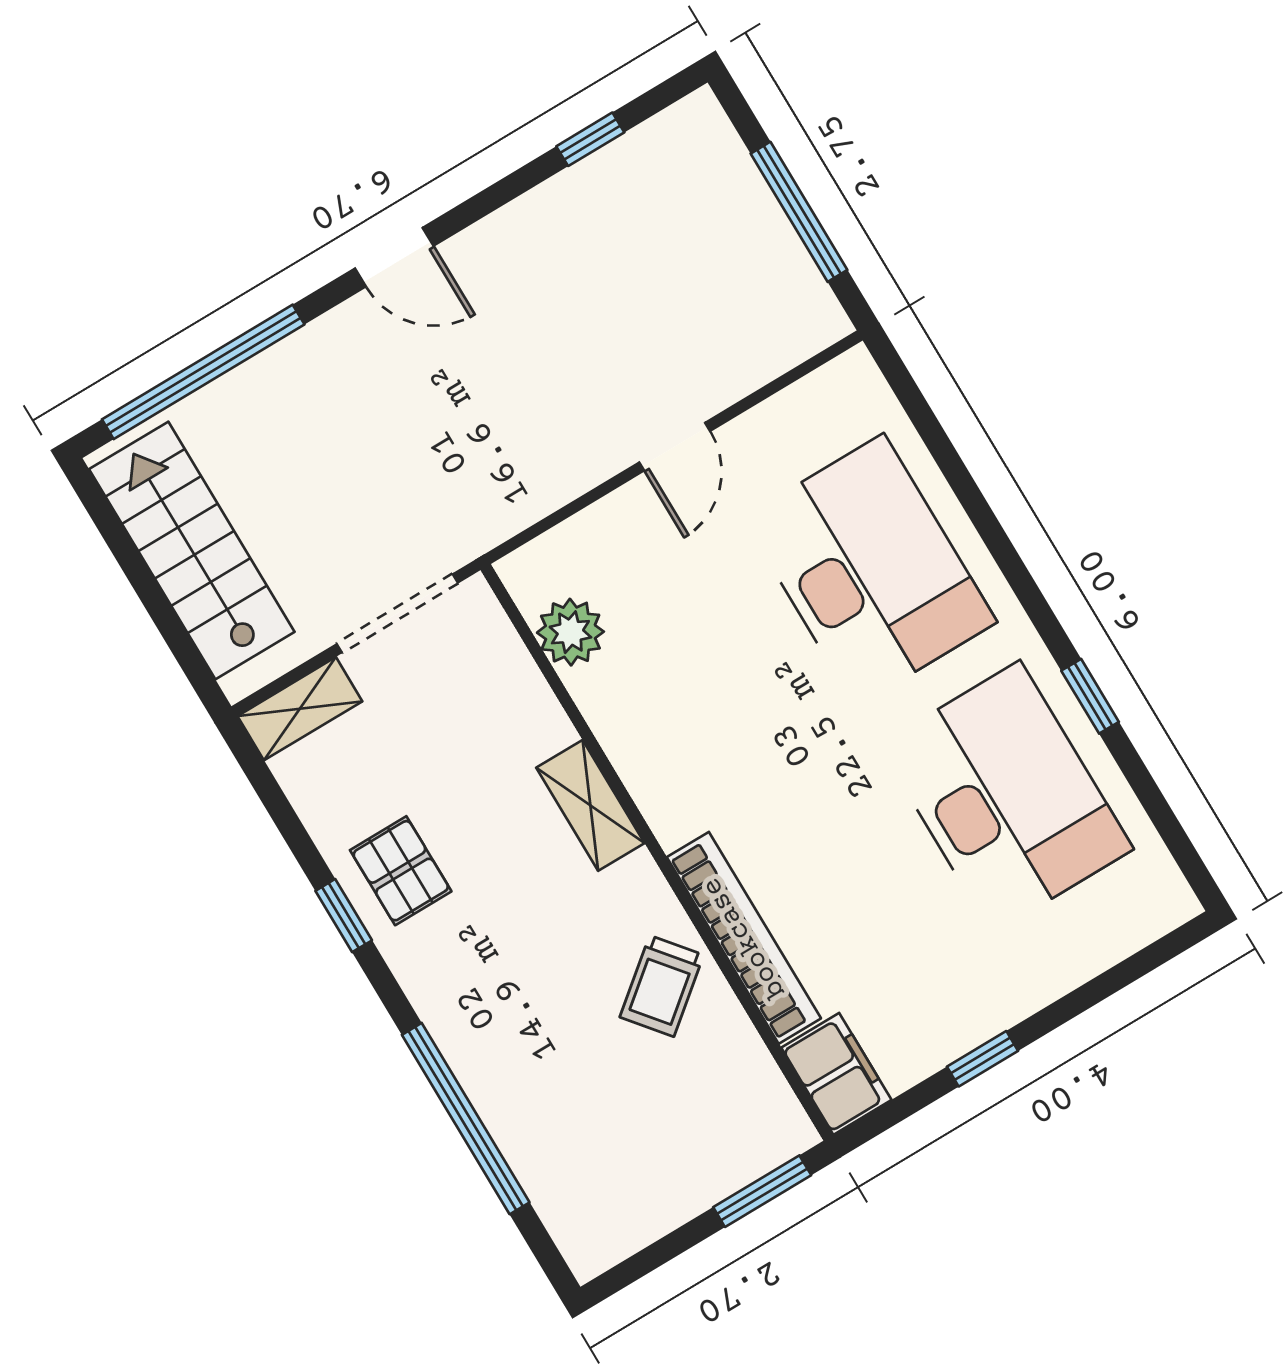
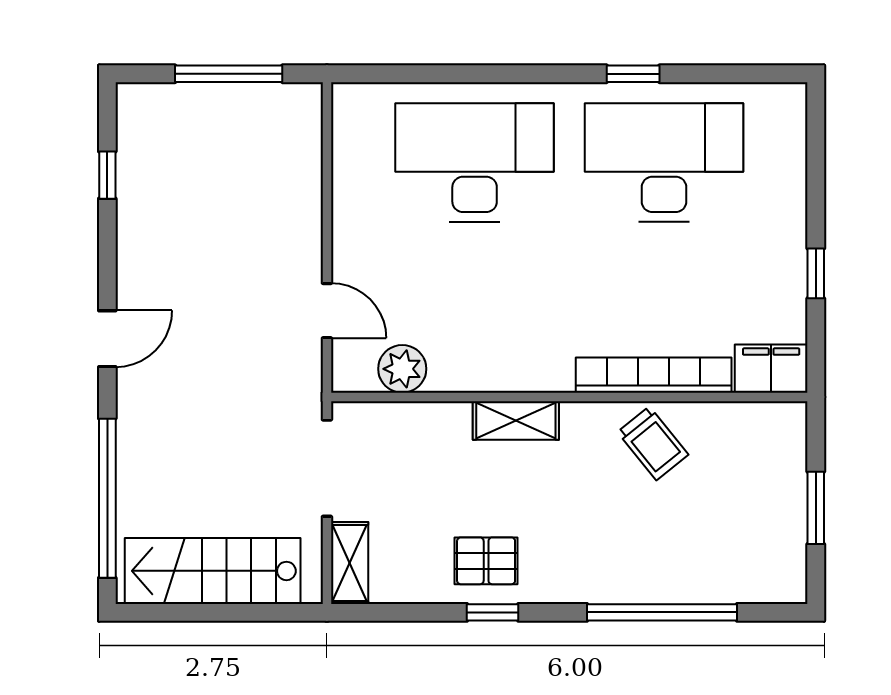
door: (675, 447) -> (327, 311), moved
window: (762, 1191) -> (816, 508), moved

